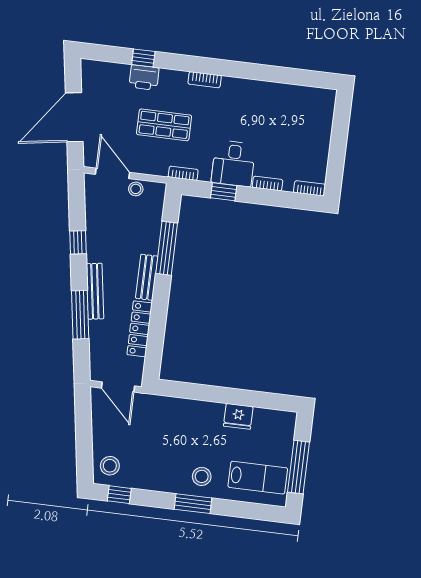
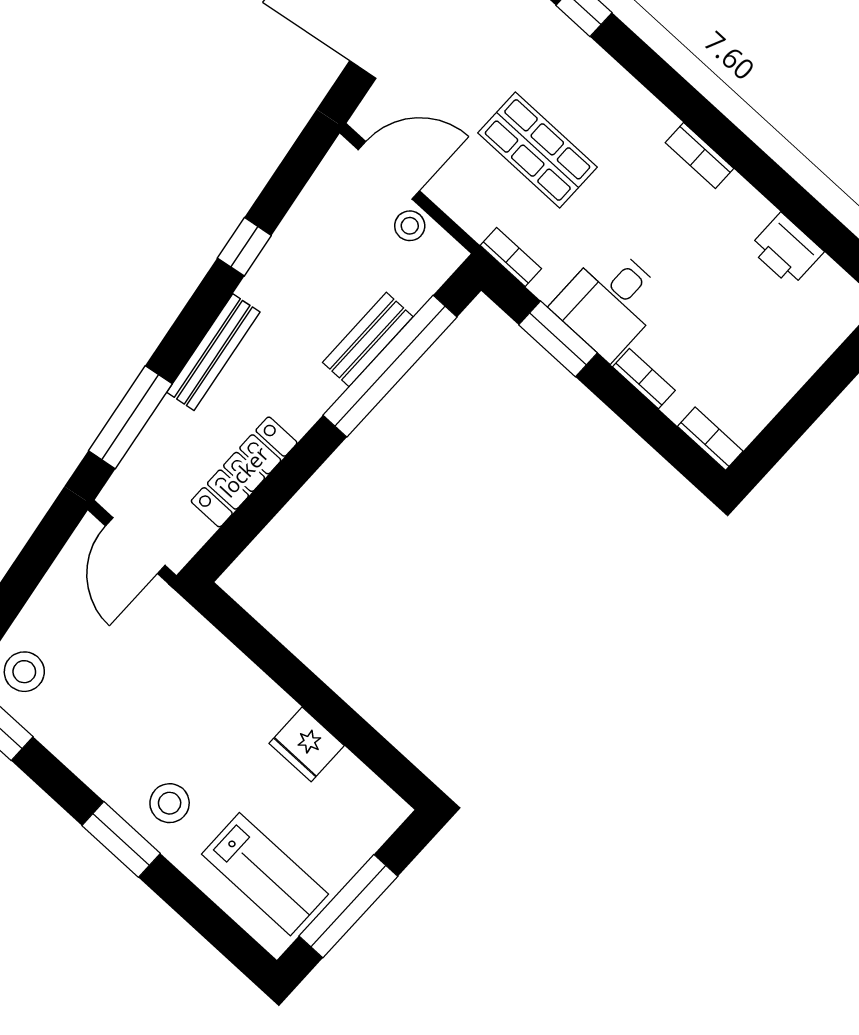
printer: (144, 77) -> (786, 250), moved
bookcase: (205, 80) -> (699, 155), moved
door: (113, 173) -> (389, 170), hinge flipped
window: (224, 192) -> (558, 339), width x1.50
window: (167, 248) -> (390, 366), width x1.46
bench: (147, 277) -> (368, 339), moved
window: (80, 315) -> (130, 417), moved

